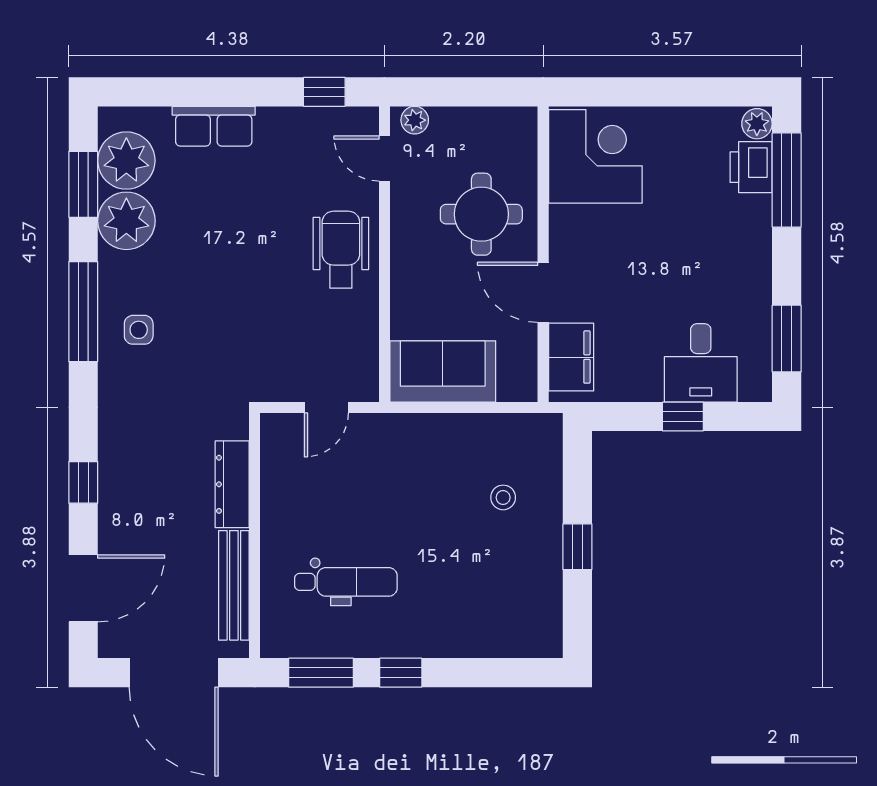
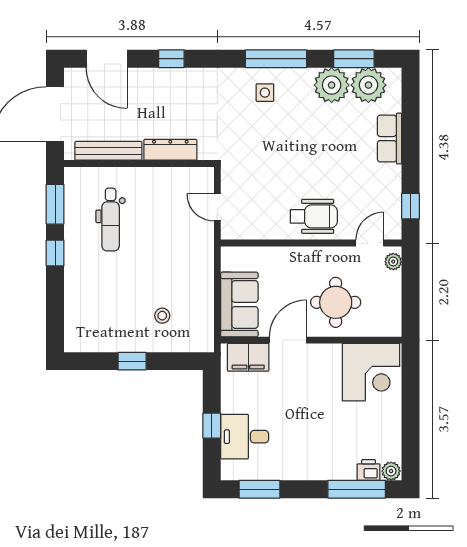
printer: (751, 167) -> (369, 470), width x0.73, depth x0.81
sofa: (443, 371) -> (239, 304), moved

